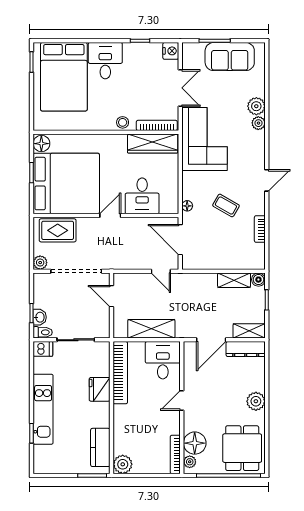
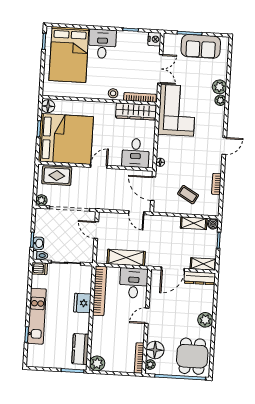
desk: (142, 196) -> (136, 153), moved
coffee table: (226, 205) -> (188, 195), moved

